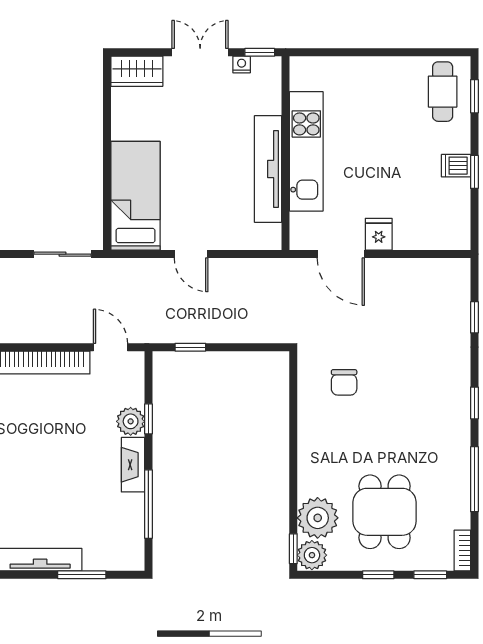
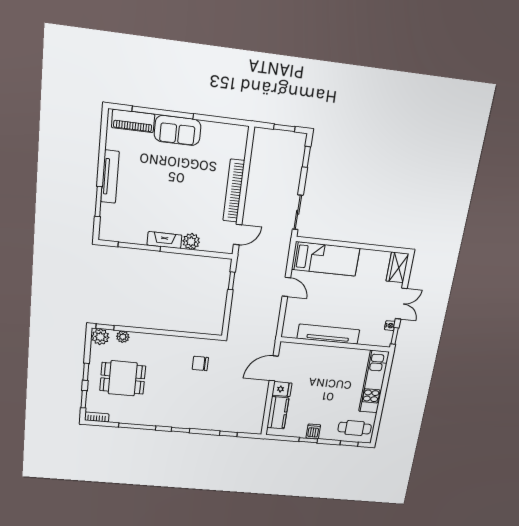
kitchen unit: (306, 151) -> (374, 382), moved, turned 90
kitchen counter: (425, 235) -> (278, 413), added
door: (191, 254) -> (286, 287), swing flipped
window: (148, 419) -> (191, 252), removed
plant: (318, 518) -> (123, 337), width x0.53, depth x0.53

